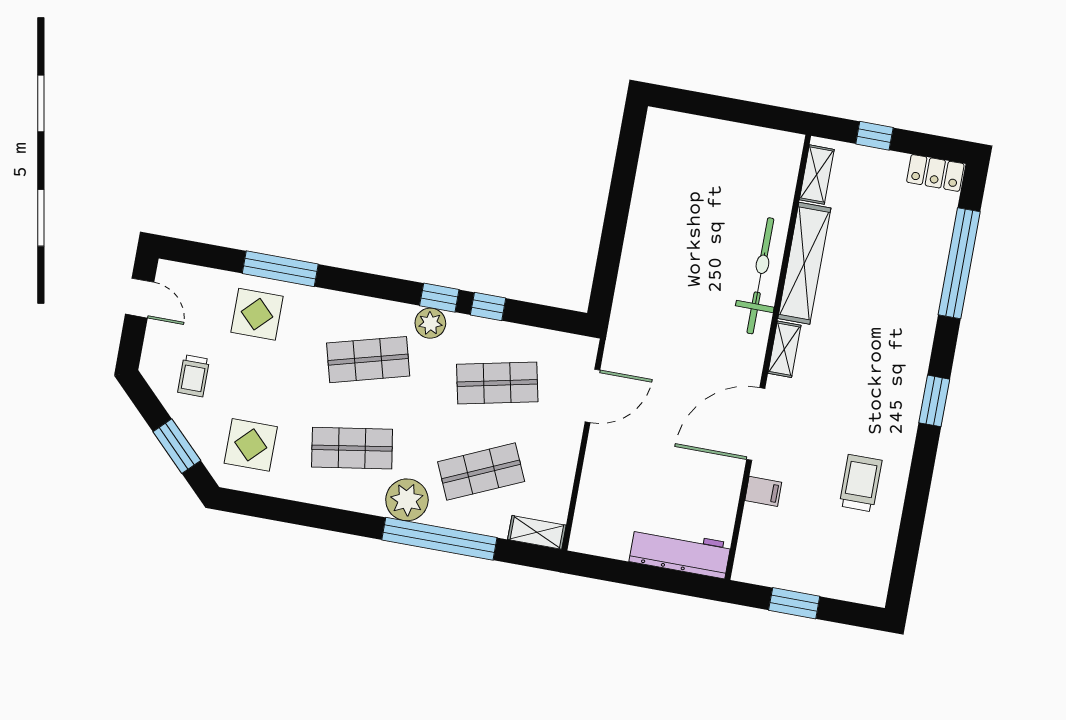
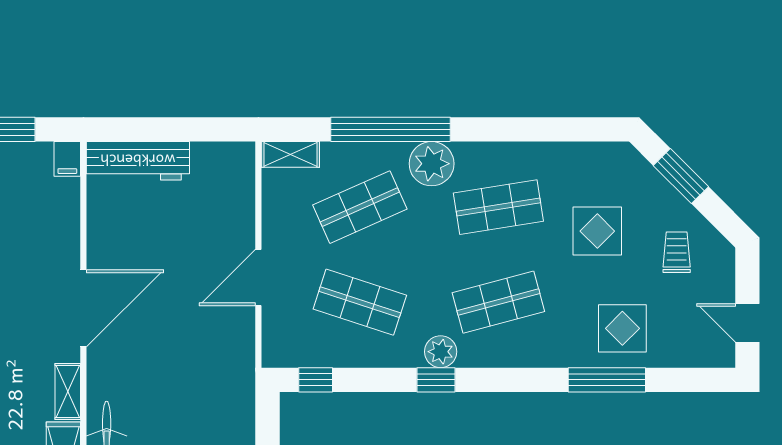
window: (488, 307) -> (316, 380), moved
shop shelf: (497, 383) -> (360, 302), turned 30
door: (592, 396) -> (258, 277), moved
display table: (251, 445) -> (597, 231), moved
filing cabinet: (763, 491) -> (67, 159), moved, turned -90

